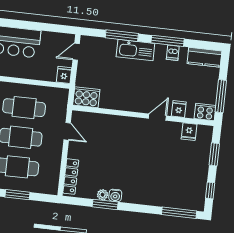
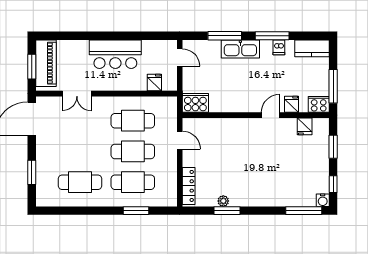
door: (76, 52) -> (180, 57), swing flipped
fridge: (64, 75) -> (154, 83), moved
water cooler: (115, 195) -> (323, 200), moved

